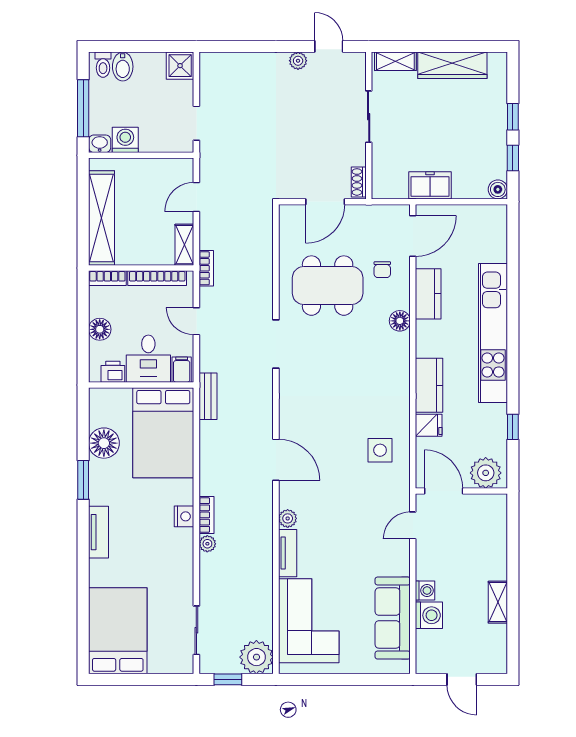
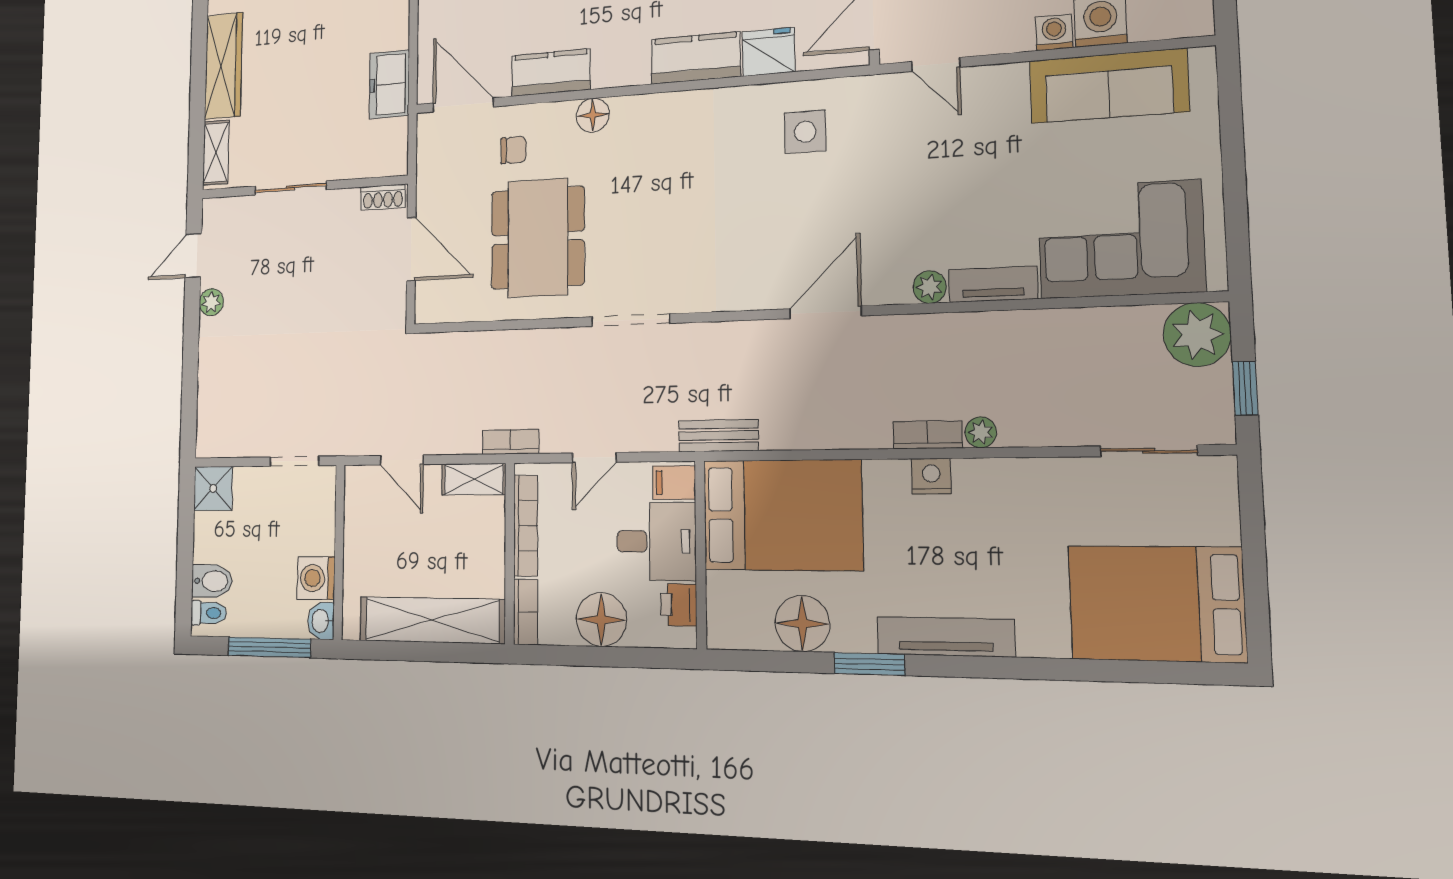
floor lamp: (100, 329) -> (601, 620), width x1.38, depth x1.38
fridge: (429, 425) -> (769, 52), width x1.38
tv unit: (99, 532) -> (945, 637), width x1.41

